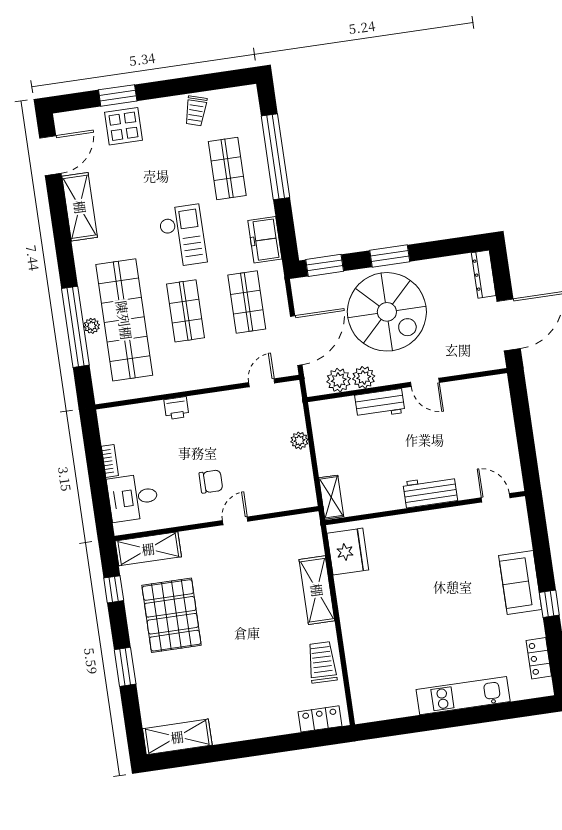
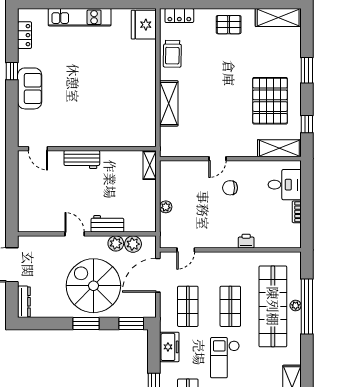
fridge: (348, 552) -> (144, 25), moved
pallet: (247, 716) -> (229, 25), added

